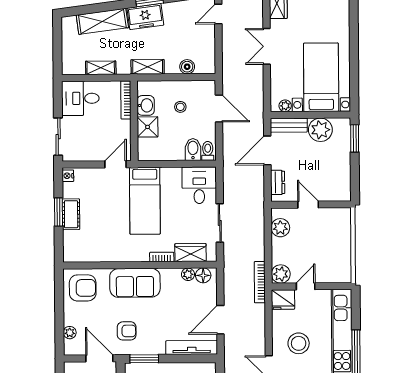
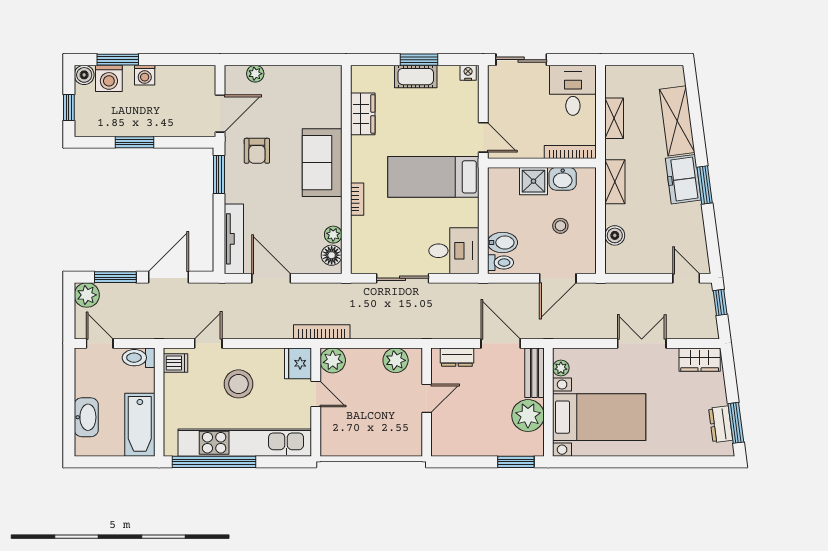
wardrobe: (190, 253) -> (363, 114), moved
armchair: (83, 288) -> (316, 92), removed

